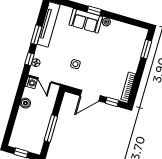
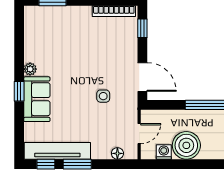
window: (30, 59) -> (46, 164), moved
washing machine: (31, 83) -> (164, 152), moved
door: (90, 96) -> (142, 77), moved
boiler: (25, 103) -> (186, 145), width x1.86, depth x1.86

